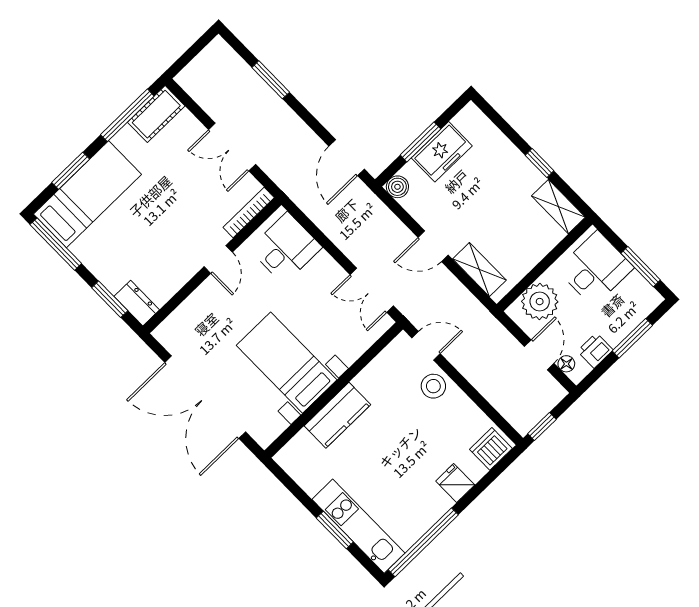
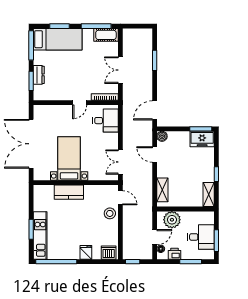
window: (420, 142) -> (201, 129), moved
freezer: (442, 152) -> (202, 139), moved
door: (433, 246) -> (155, 154), moved
desk: (595, 269) -> (201, 237), moved
dresser: (137, 303) -> (39, 75), moved

